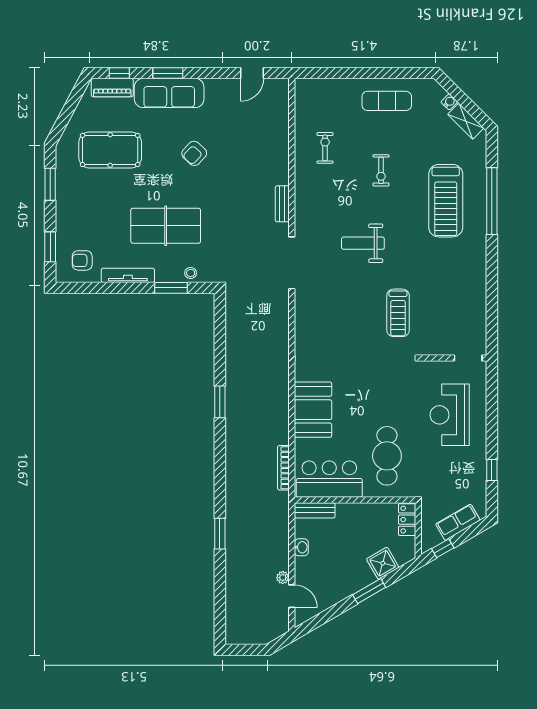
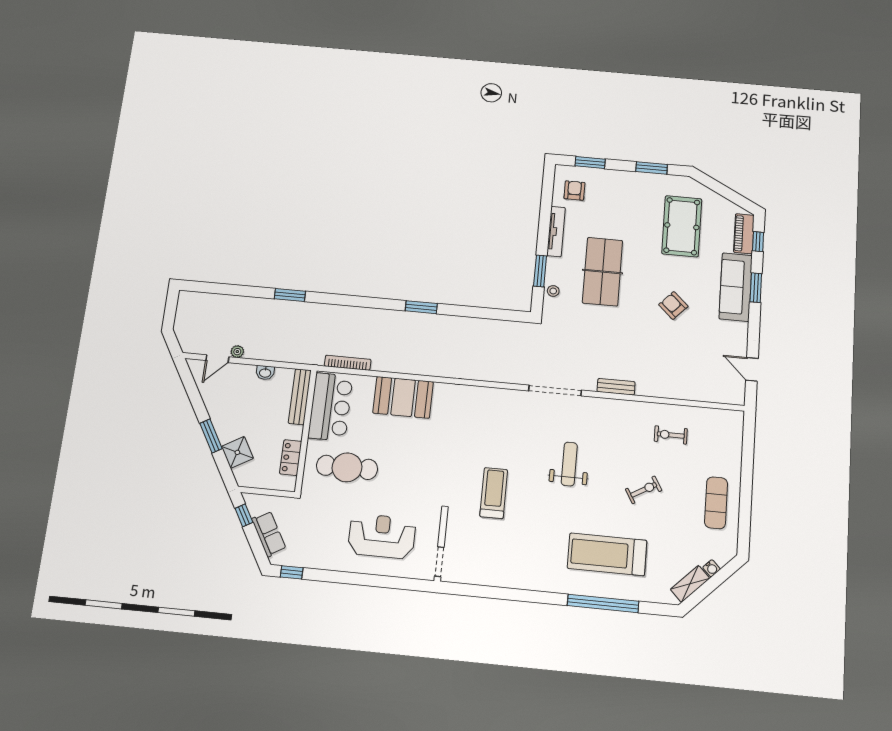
exercise bike: (325, 148) -> (671, 435), turned 180
exercise bike: (381, 170) -> (644, 490), turned 150
treadmill: (398, 313) -> (494, 493), turned 90
window: (492, 470) -> (292, 572), moved
bench: (315, 510) -> (300, 397), width x1.36
locker: (407, 520) -> (291, 458), moved, turned -90

